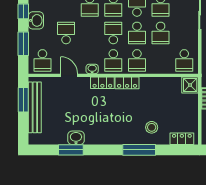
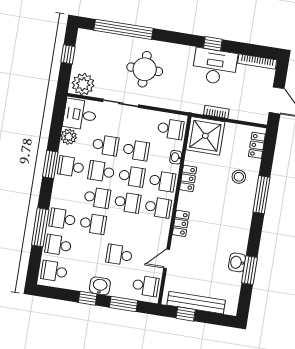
school desk: (113, 33) -> (128, 202), turned 180
washbasin: (92, 69) -> (176, 157), moved
locker: (127, 83) -> (188, 178), moved
shower: (190, 85) -> (205, 136), width x1.86, depth x1.86
window: (23, 100) -> (186, 314), width x0.67

